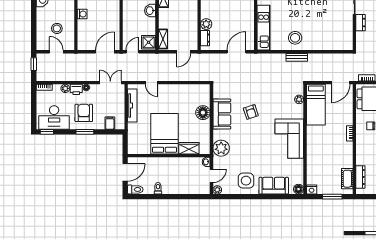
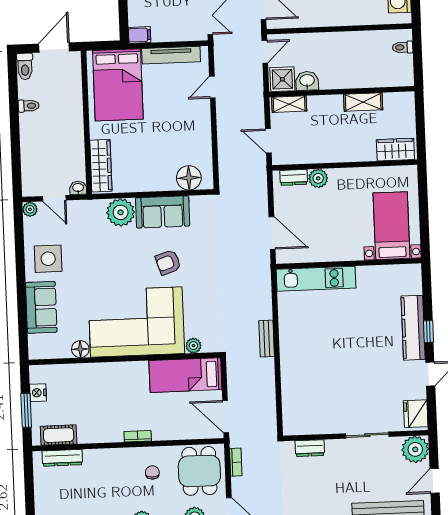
washbasin: (150, 11) -> (307, 81), moved
dresser: (361, 23) -> (310, 448), moved
stool: (295, 38) -> (300, 334), removed
door: (132, 52) -> (265, 52), hinge flipped
floor lamp: (203, 113) -> (189, 178), moved
filing cabinet: (110, 123) -> (140, 35), moved
bed: (164, 134) -> (118, 85), moved, turned 90
corner sofa: (289, 139) -> (136, 322), width x1.36, depth x1.36
wardrobe: (189, 148) -> (101, 166), width x1.50
plant: (221, 148) -> (121, 212), moved
door: (125, 172) -> (54, 47), swing flipped
floor lamp: (299, 189) -> (80, 349), moved
nightstand: (312, 189) -> (38, 393), moved

